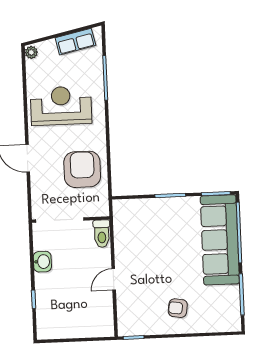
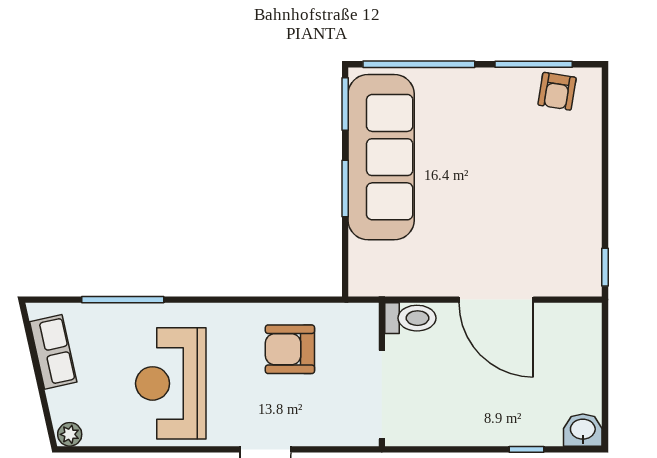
armchair: (82, 169) -> (290, 349), width x0.73, depth x0.73
sofa: (220, 240) -> (381, 157), moved, turned -90
washbasin: (42, 262) -> (583, 430), moved
door: (114, 279) -> (496, 300), width x1.88
armchair: (178, 308) -> (557, 91), moved

